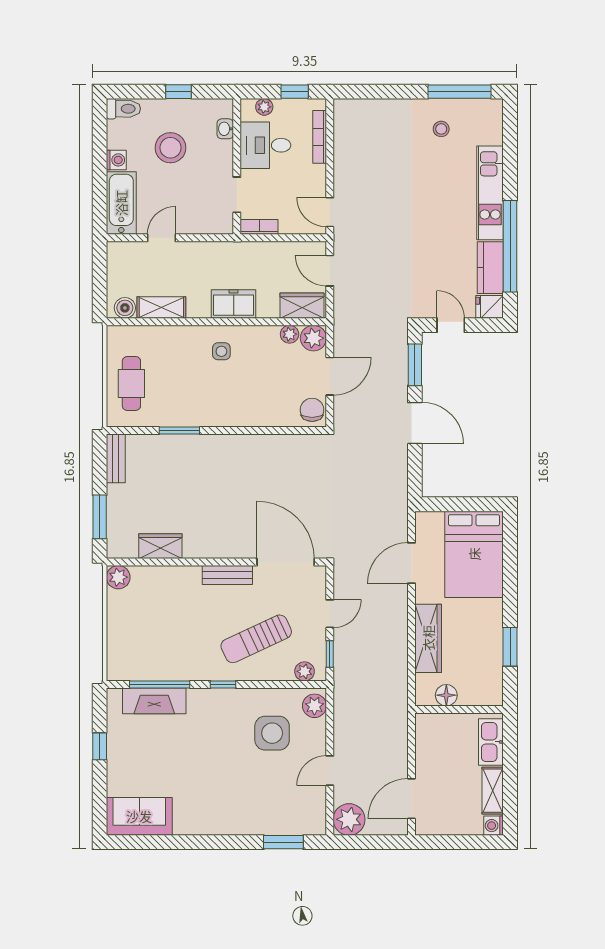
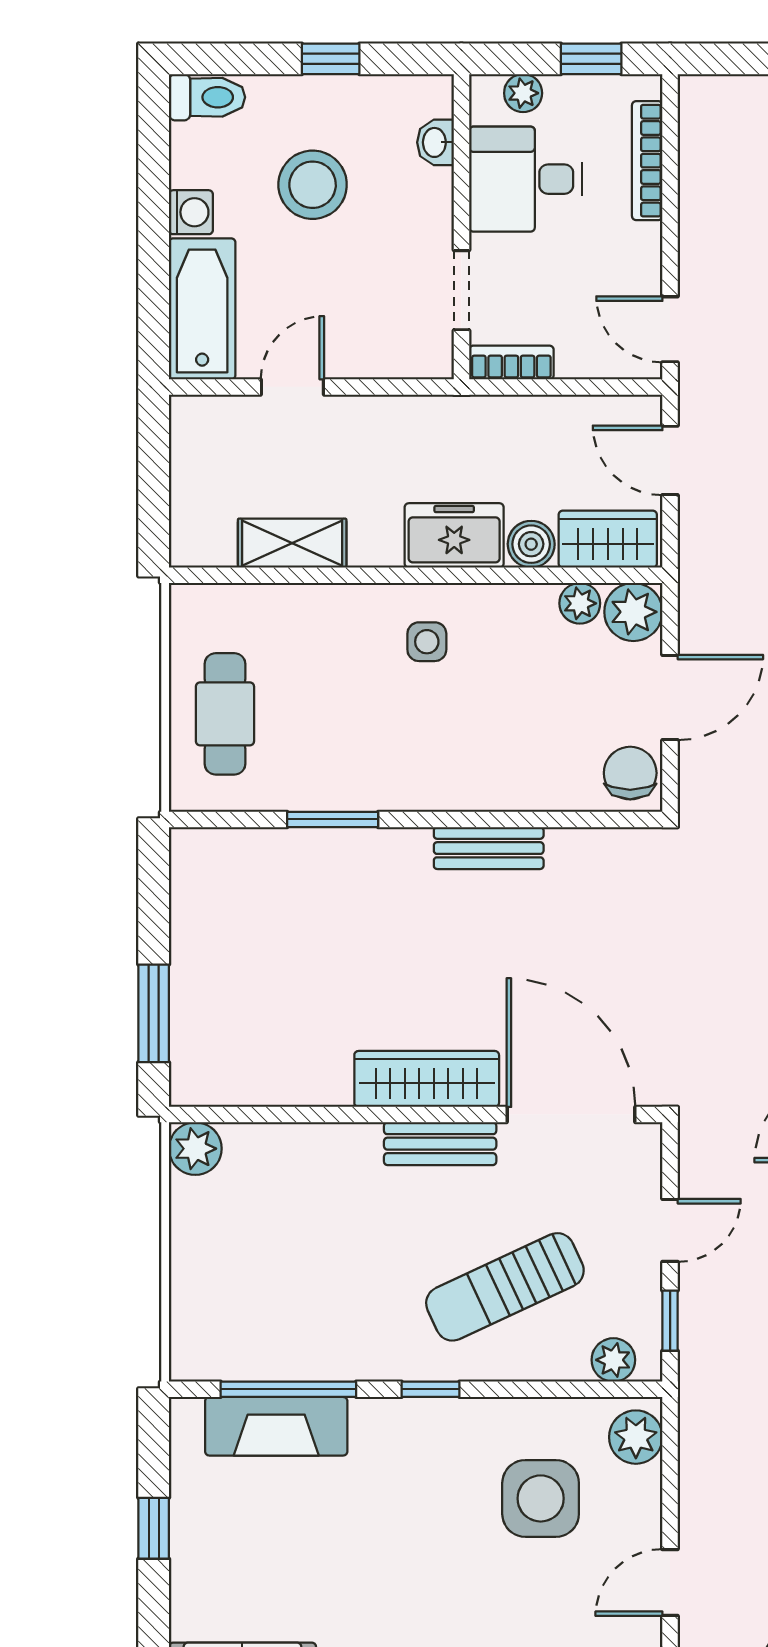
boiler: (125, 308) -> (531, 544), moved
bench: (116, 458) -> (489, 848), moved, turned 90
wardrobe: (160, 546) -> (427, 1079), moved, width x1.50

